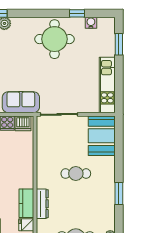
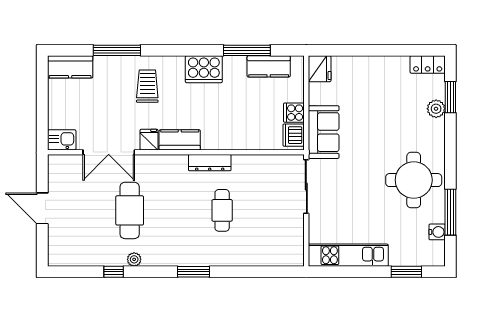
window: (77, 13) -> (450, 212), width x2.17
booth: (102, 136) -> (276, 247), removed
dresser: (42, 204) -> (210, 163), moved

